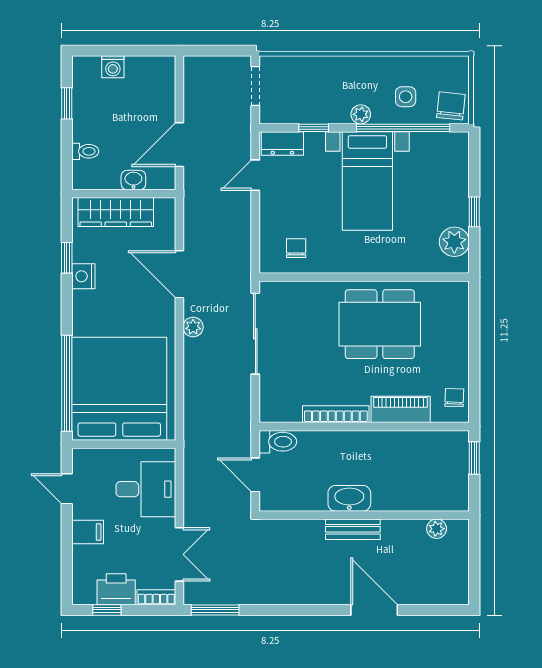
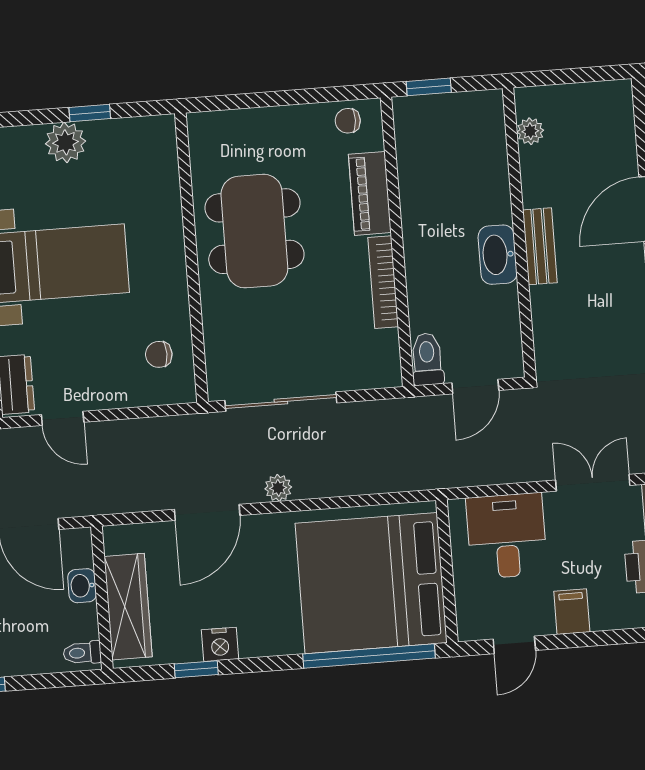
toilet: (85, 151) -> (82, 653), moved, turned -90
plant: (454, 242) -> (66, 142), moved

